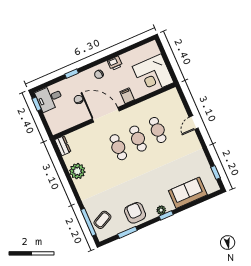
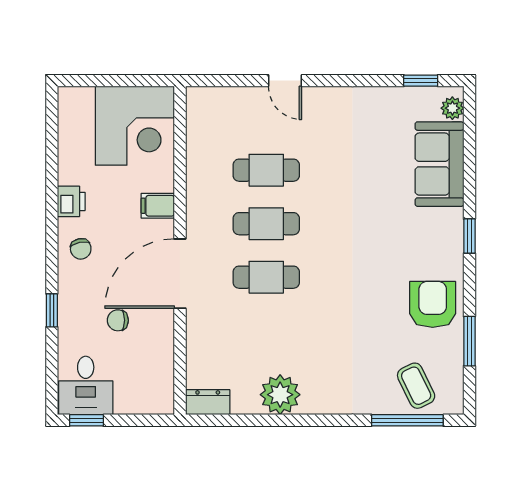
plant: (161, 210) -> (452, 108), moved
armchair: (135, 213) -> (433, 304), turned 90

